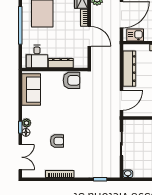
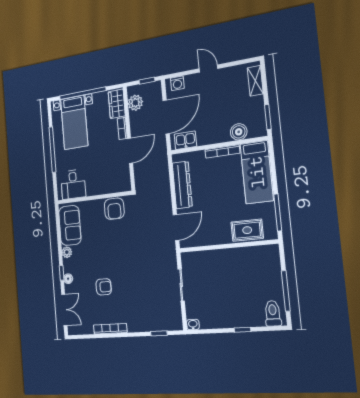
door: (89, 36) -> (130, 151), hinge flipped
dresser: (61, 63) -> (100, 189), removed
armchair: (72, 80) -> (114, 209), turned 90
plant: (27, 123) -> (67, 252), moved

